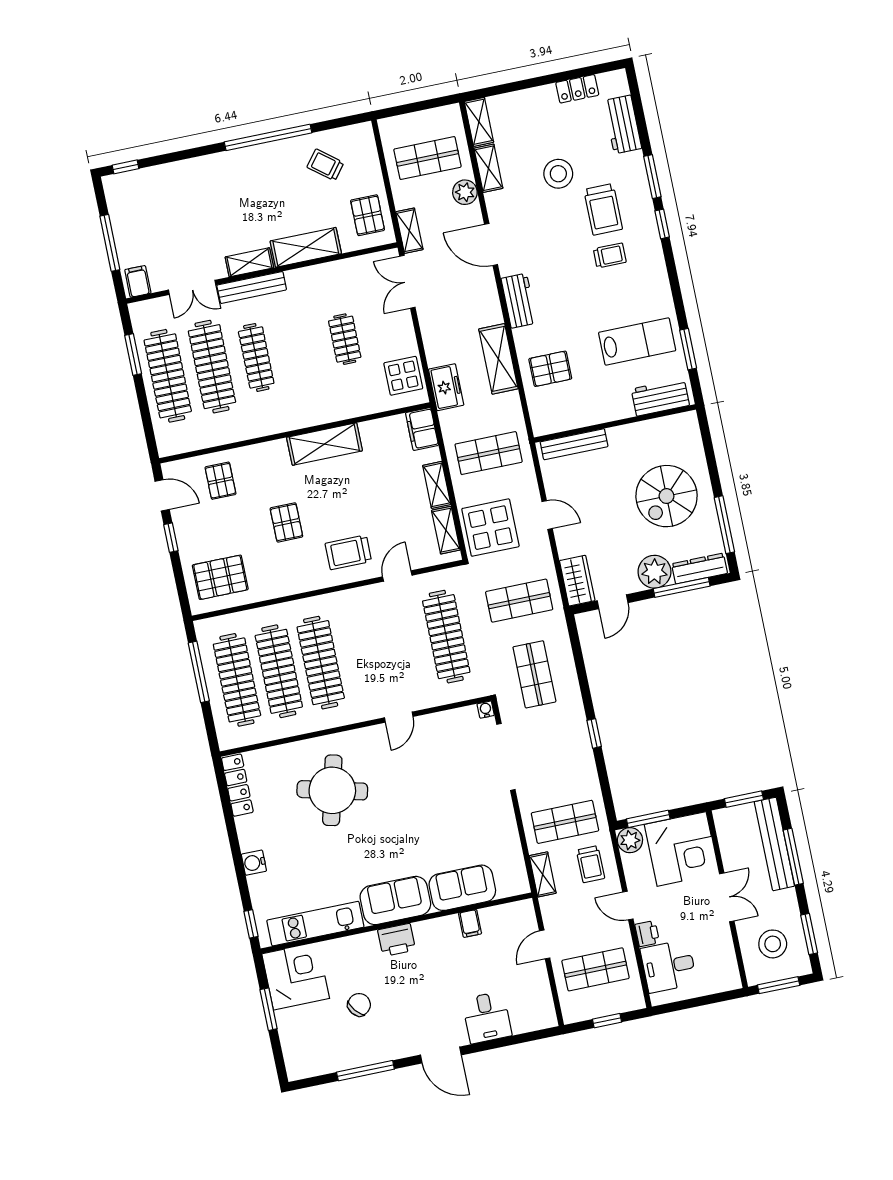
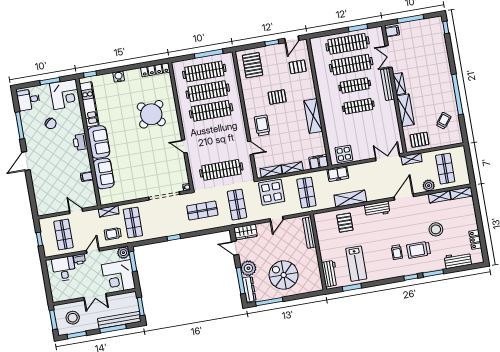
clothes rail: (345, 339) -> (358, 106), moved, width x1.36
round table: (332, 790) -> (151, 114), turned 33
desk: (487, 1017) -> (28, 100), moved

